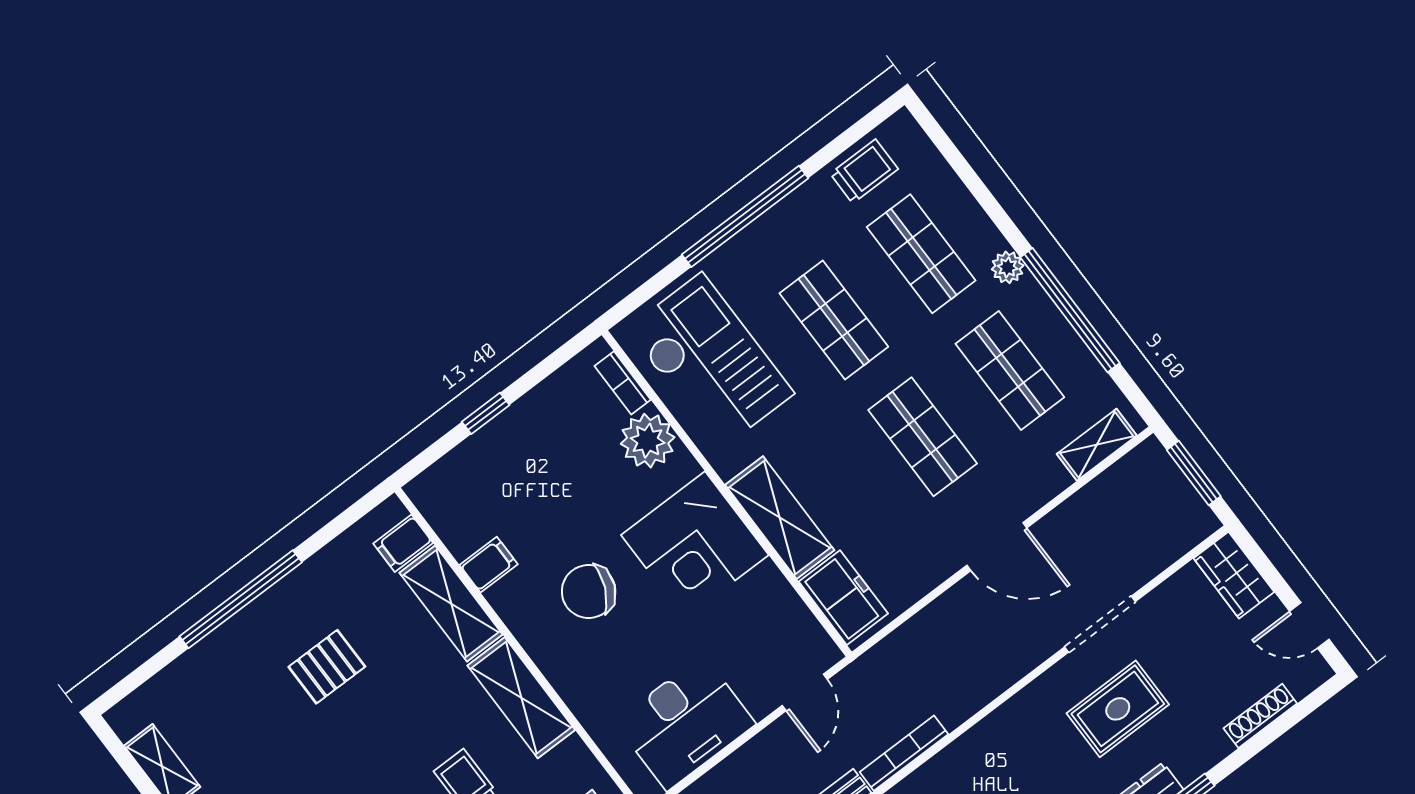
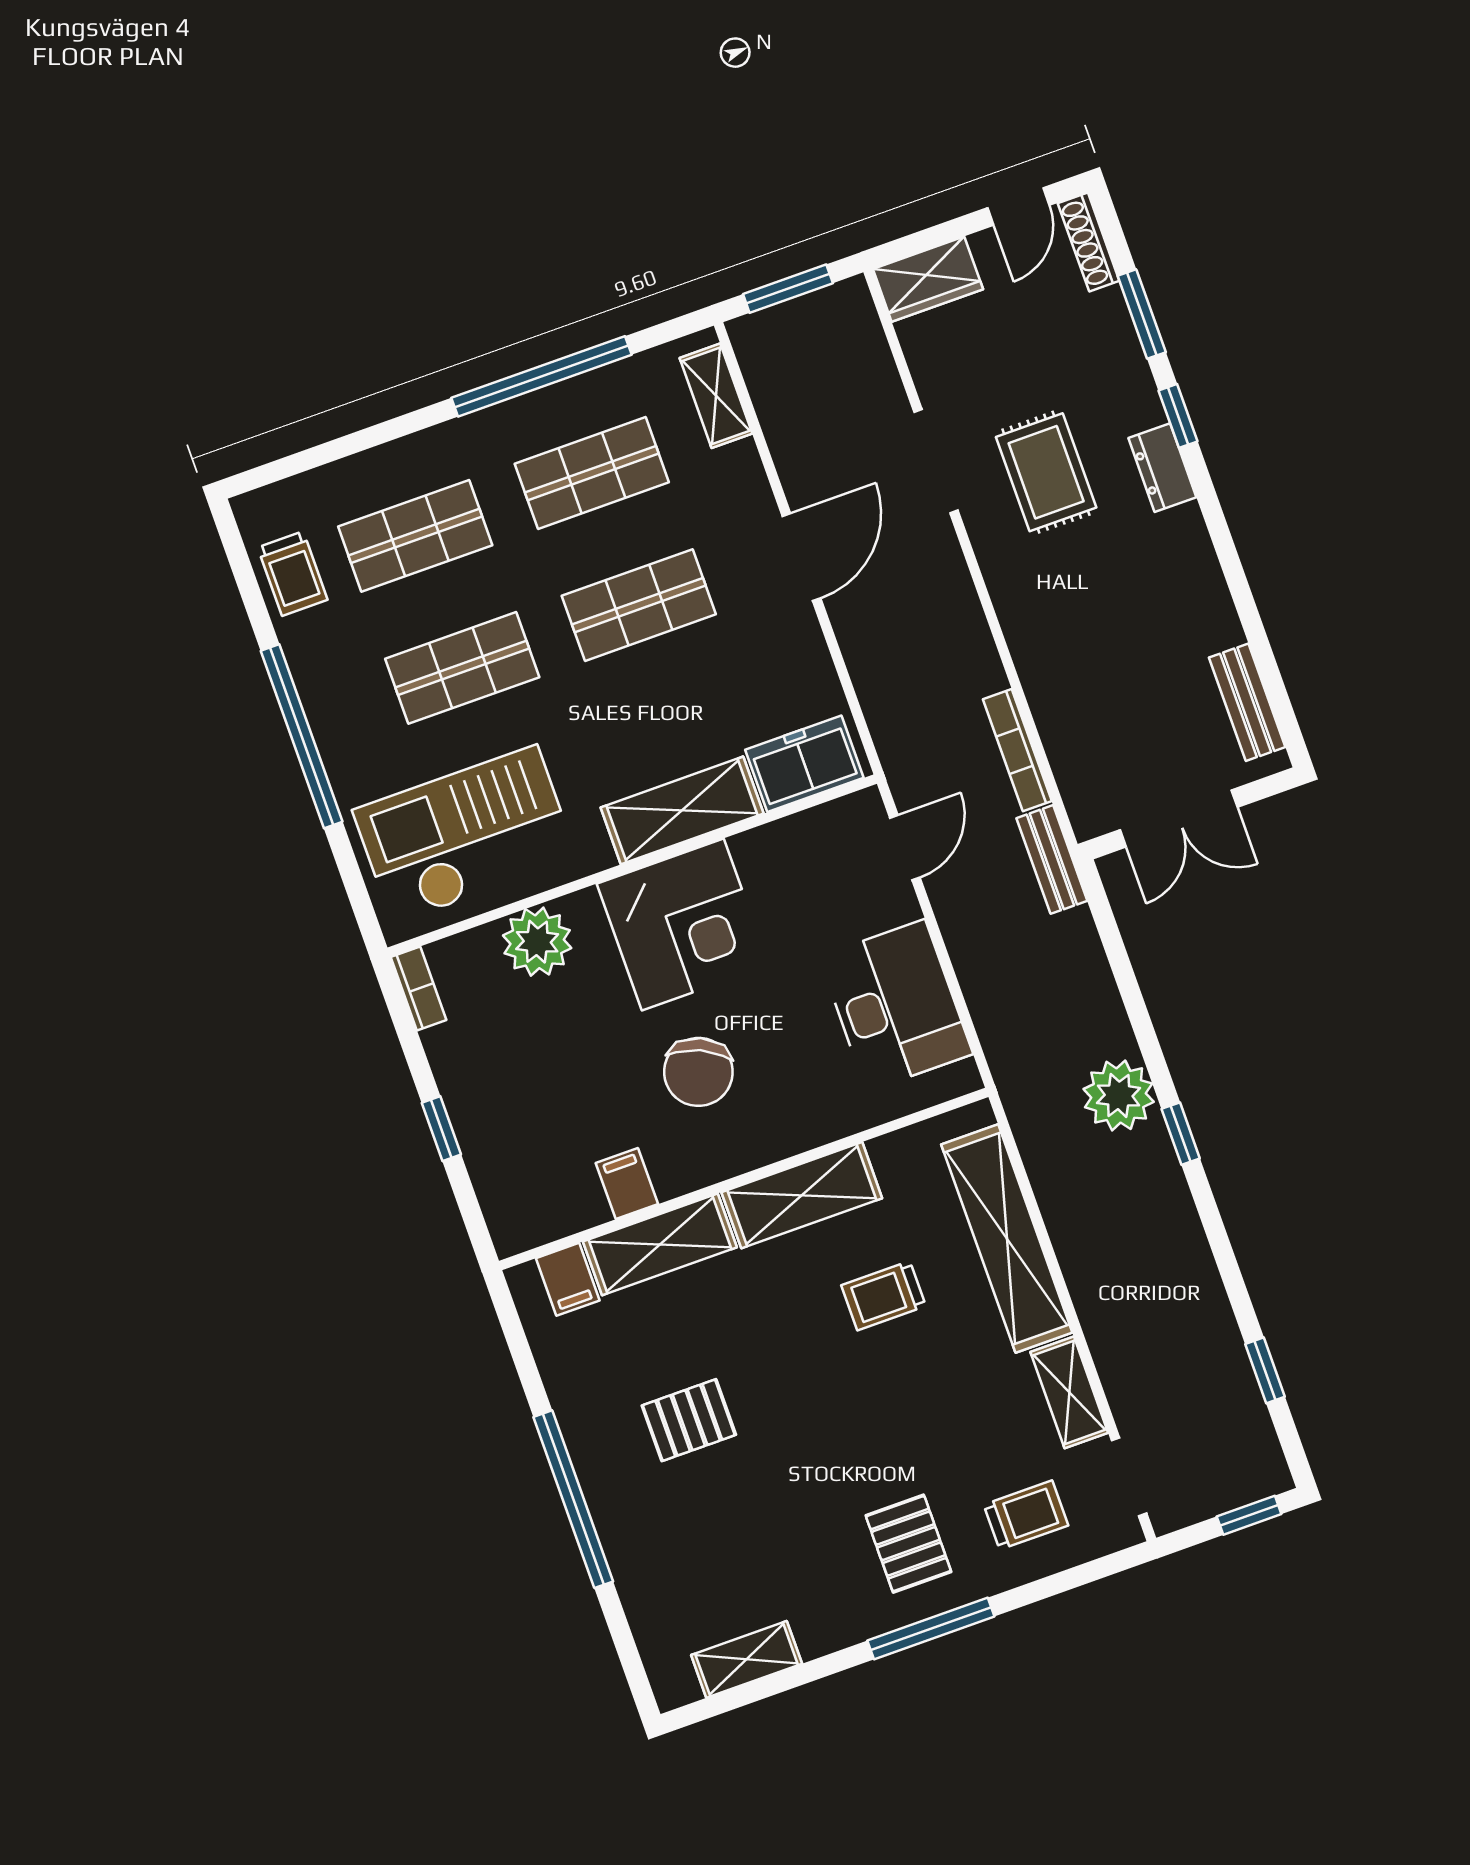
trolley: (864, 171) -> (293, 574), turned 180
plant: (1008, 267) -> (465, 436), removed
bookcase: (623, 383) -> (419, 988), moved, turned -90
pallet: (327, 667) -> (689, 1420), turned 90
door: (805, 692) -> (905, 848), hinge flipped
shoe rack: (1260, 716) -> (1089, 242), moved
window: (1258, 743) -> (1142, 314), added

